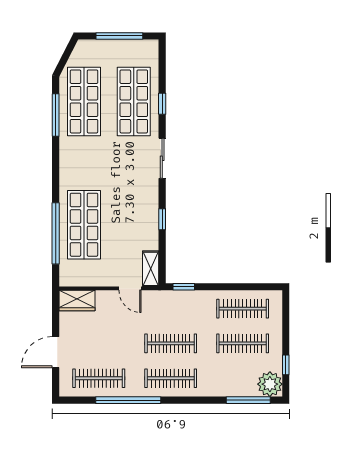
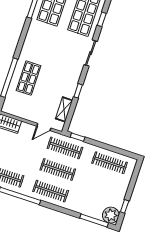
shop shelf: (84, 225) -> (29, 78), width x0.70, depth x0.74
shelving: (151, 269) -> (64, 109), moved
door: (130, 288) -> (44, 127), hinge flipped
clothes rail: (243, 343) -> (65, 148), moved

